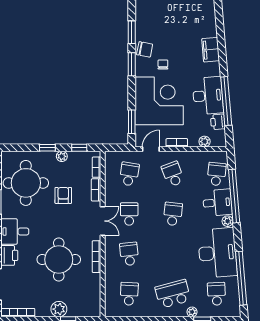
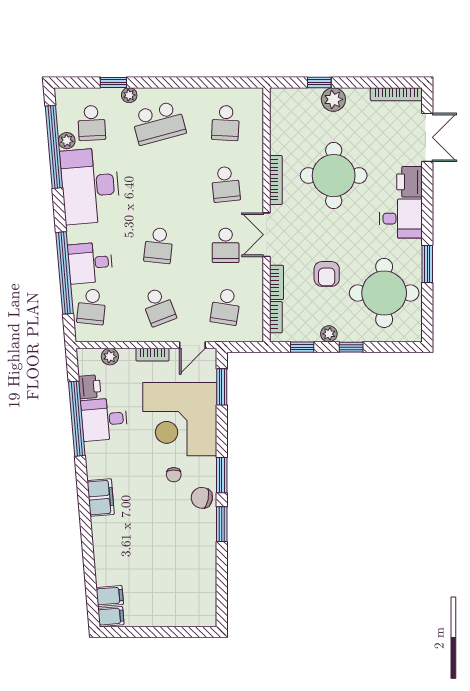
desk: (208, 96) -> (104, 419), width x0.73
plant: (228, 221) -> (67, 141), moved

